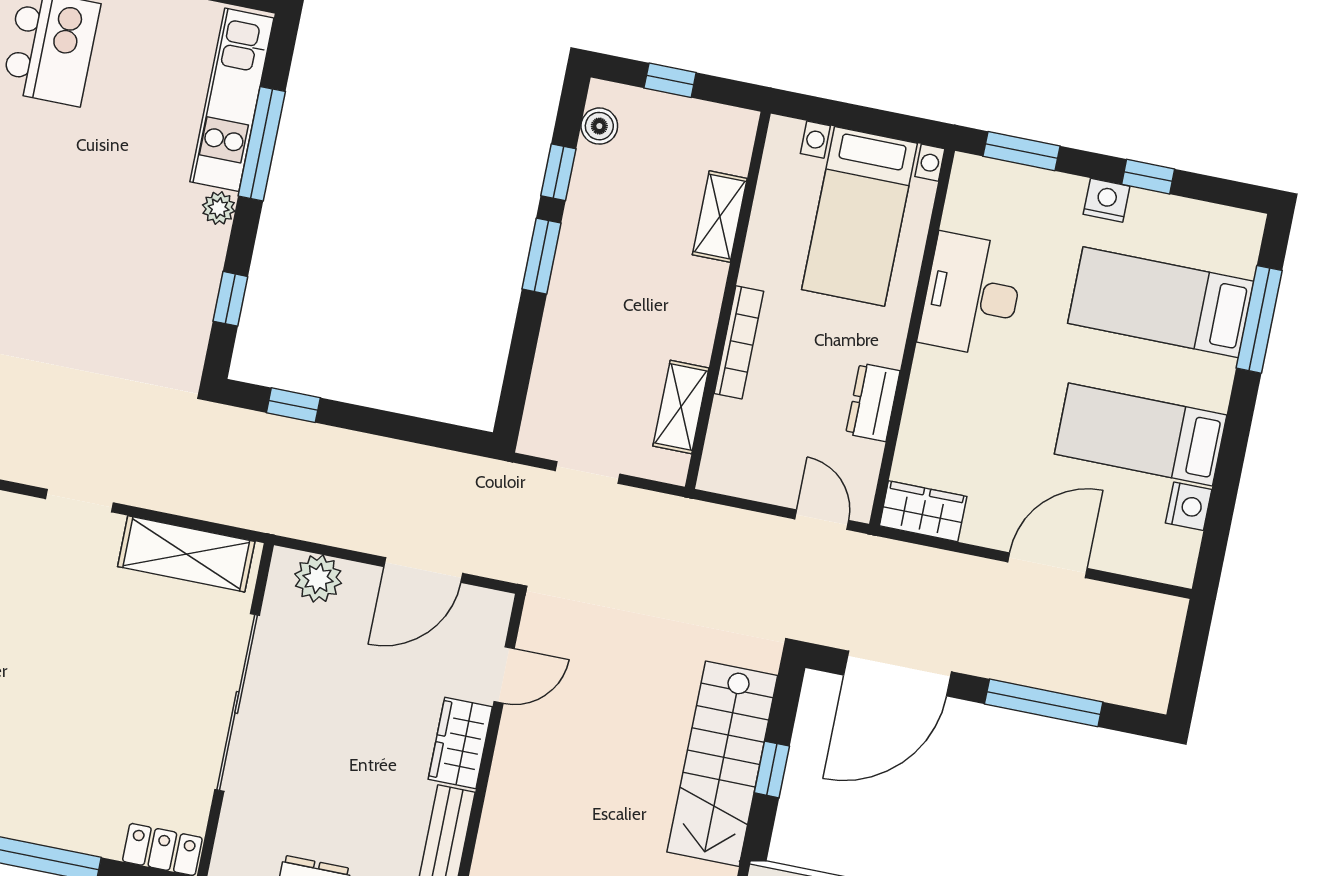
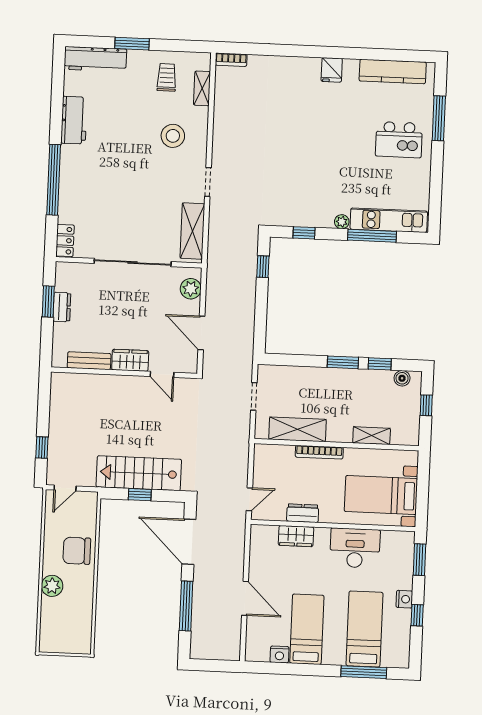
shelving: (681, 407) -> (297, 429), width x1.50, depth x1.33
wardrobe: (923, 511) -> (296, 536), moved, turned 90

